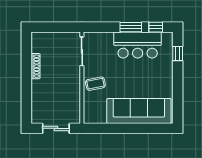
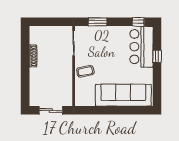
window: (131, 27) -> (98, 22), moved
bar counter: (138, 45) -> (141, 47), moved, turned 90
window: (178, 54) -> (157, 56), moved

